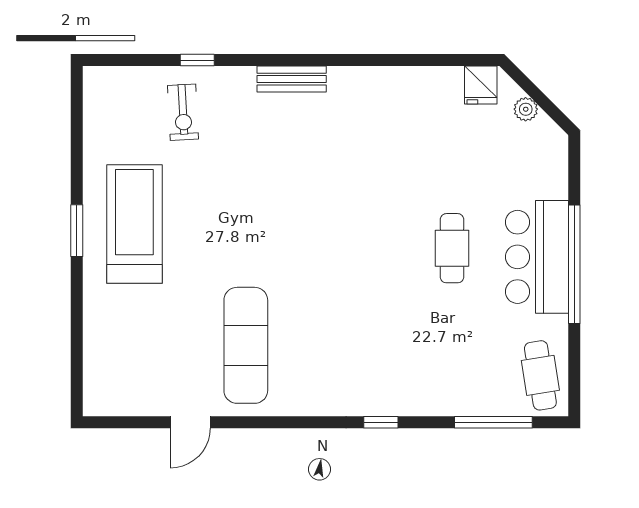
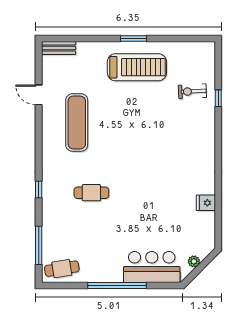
bench: (292, 79) -> (59, 48), moved, turned 90
fridge: (481, 85) -> (206, 203), moved
cafe table: (452, 248) -> (91, 193), moved
bar counter: (537, 257) -> (152, 267), moved
exercise mat: (246, 345) -> (77, 122), turned 90

